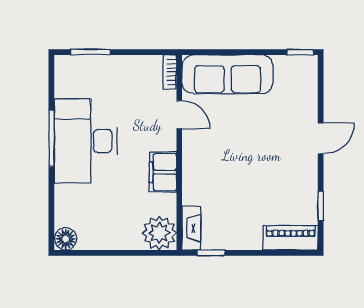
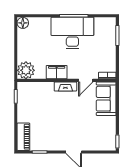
sofa: (228, 74) -> (106, 99), width x0.73
fireplace: (191, 228) -> (65, 86), moved

